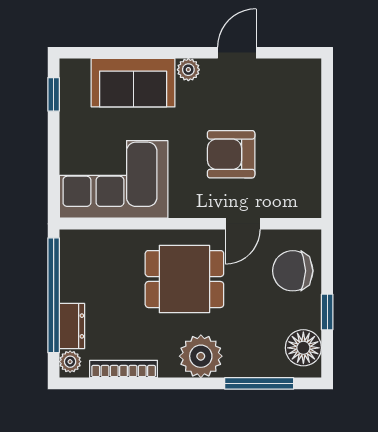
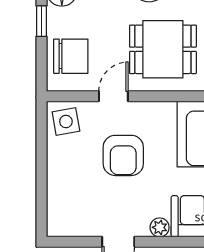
armchair: (231, 154) -> (123, 155), turned 90
side table: (298, 194) -> (66, 122), added

